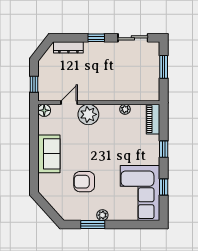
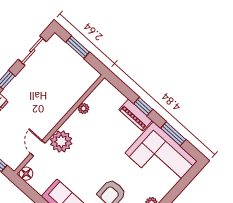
piano: (153, 119) -> (136, 115), moved
window: (164, 187) -> (173, 134), width x1.50

